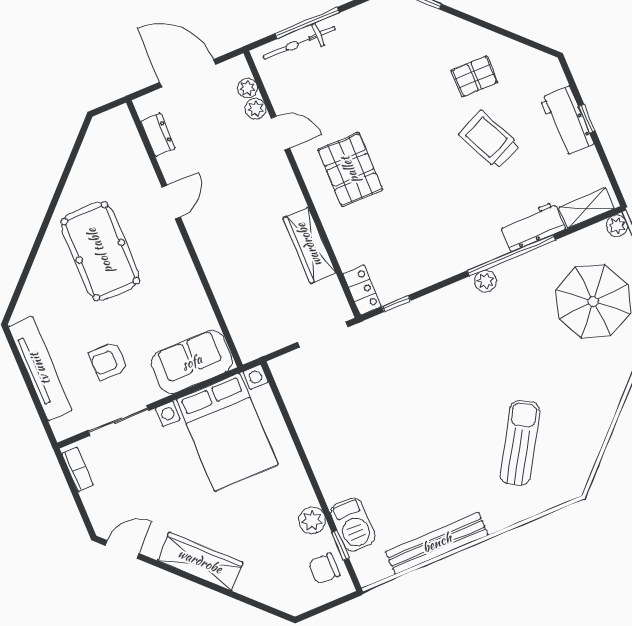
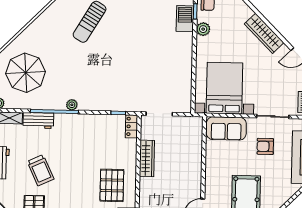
armchair: (108, 361) -> (265, 146), turned 180

